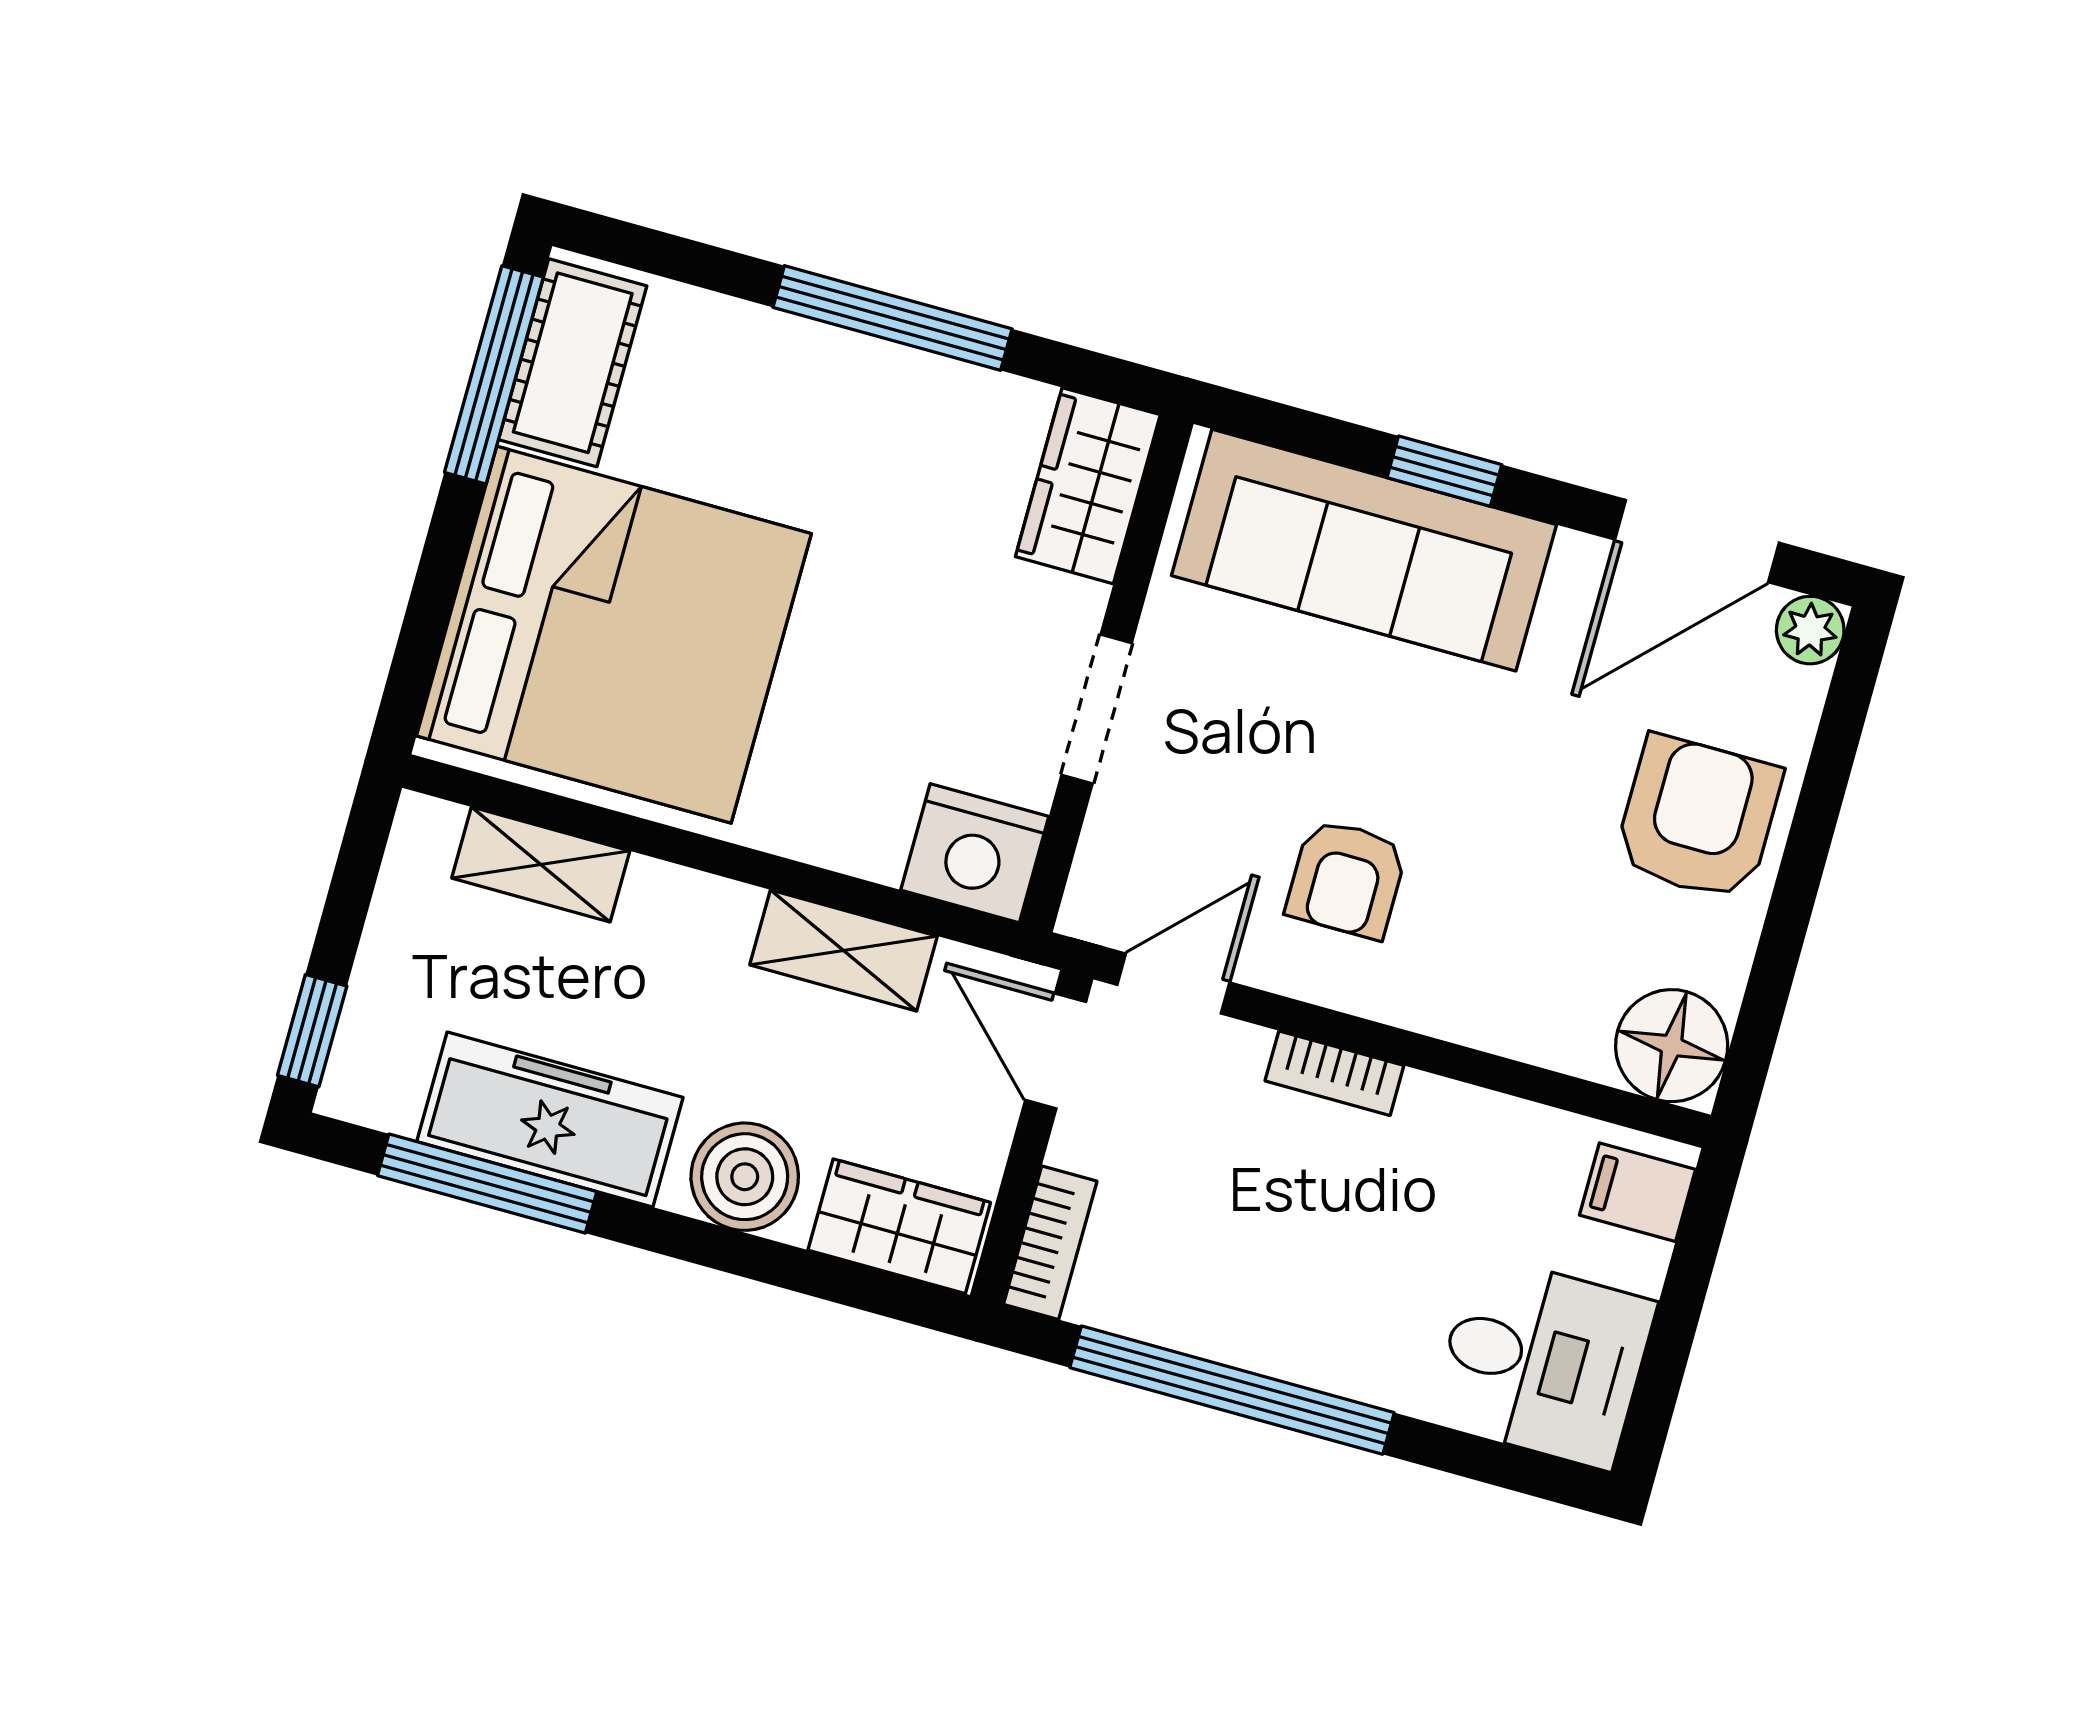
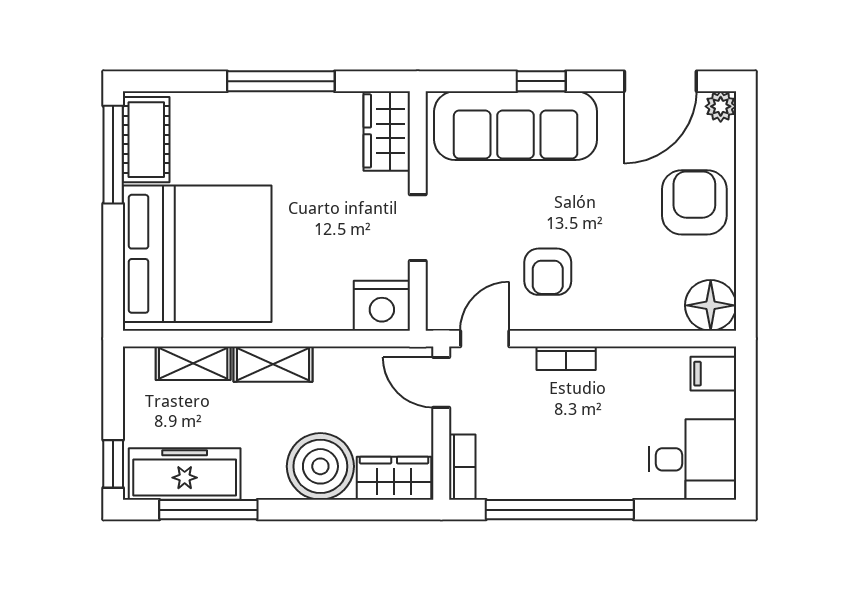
shelving: (844, 951) -> (273, 364), moved
freezer: (550, 1120) -> (185, 474), moved
boiler: (745, 1177) -> (320, 466), width x1.37, depth x1.37

